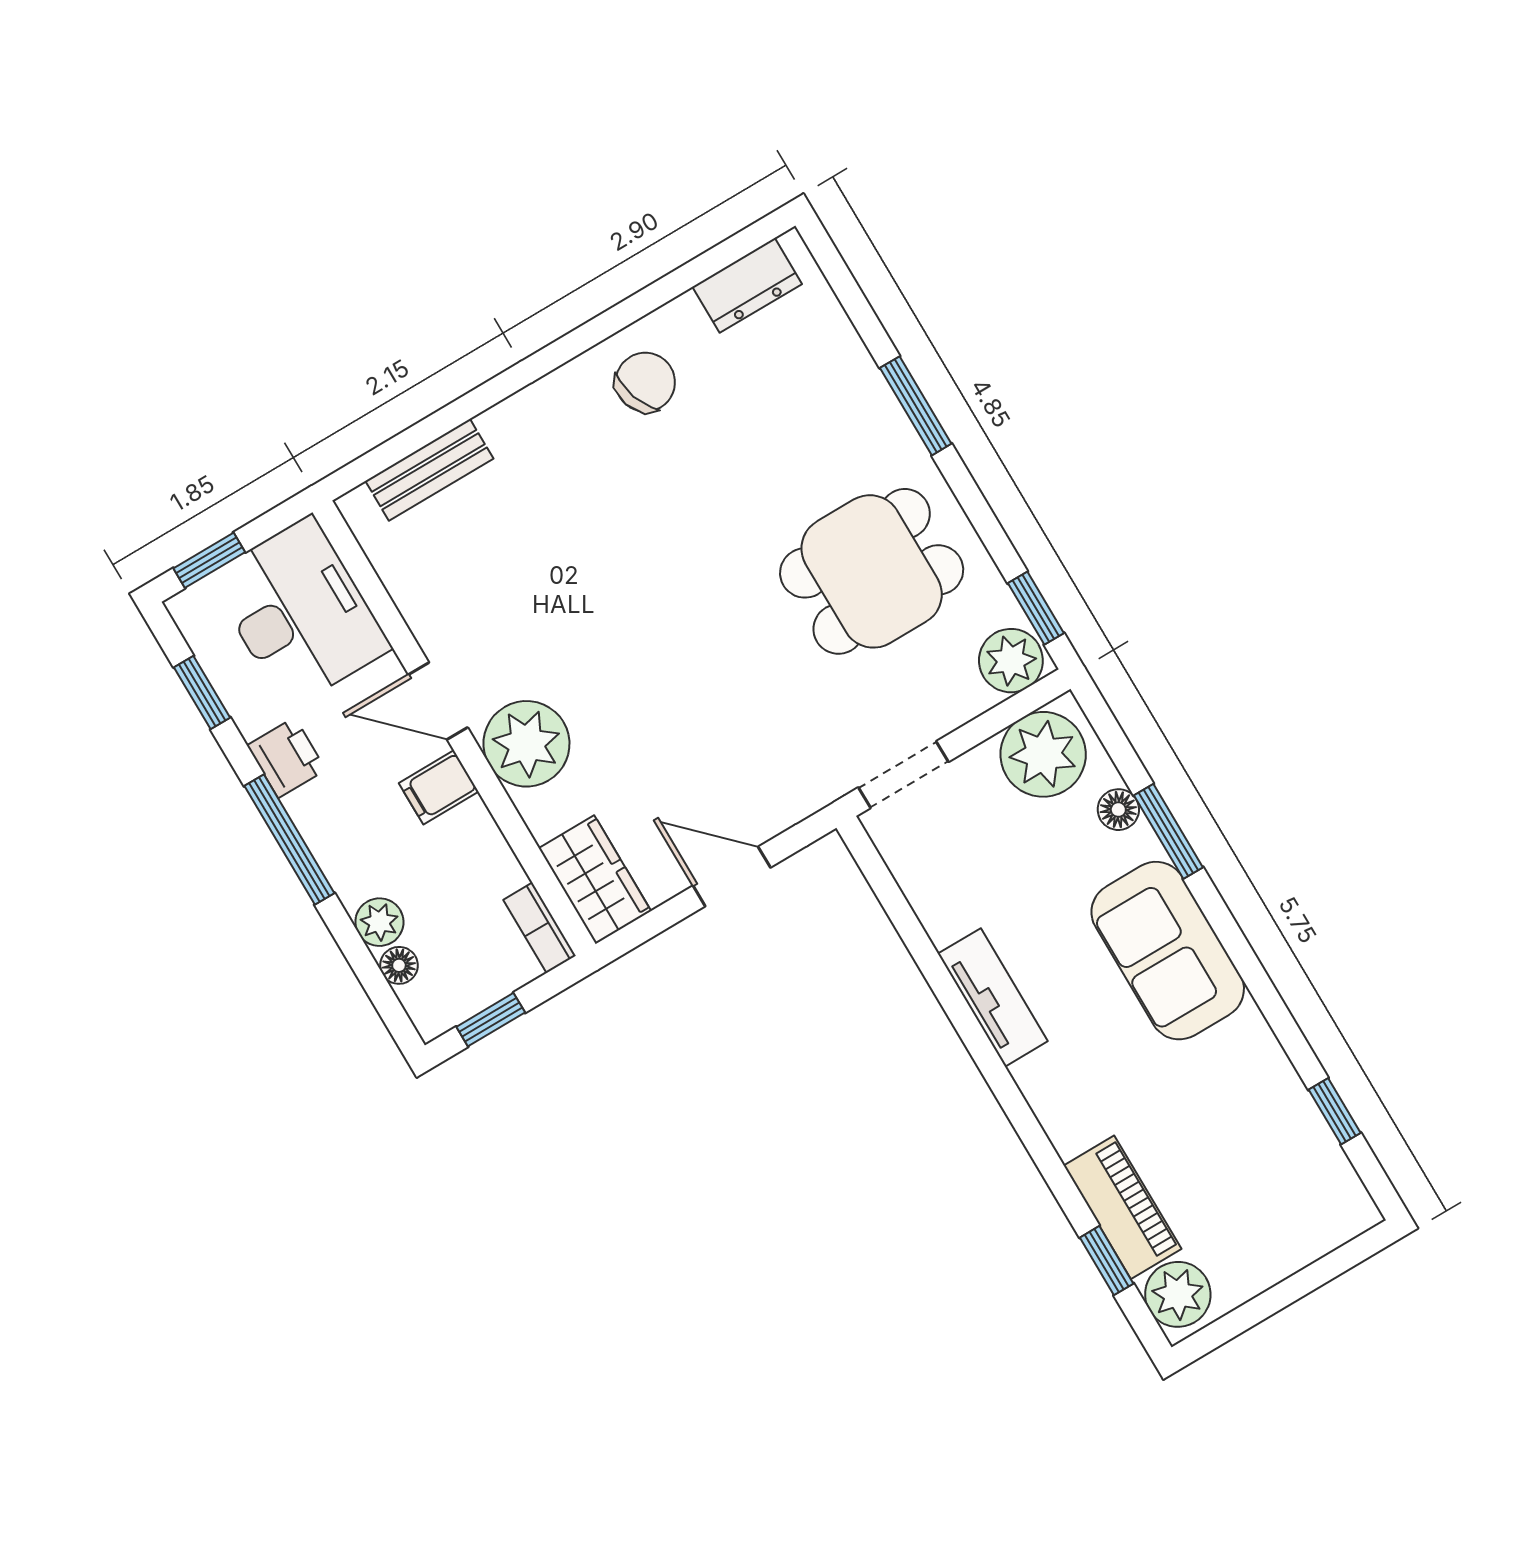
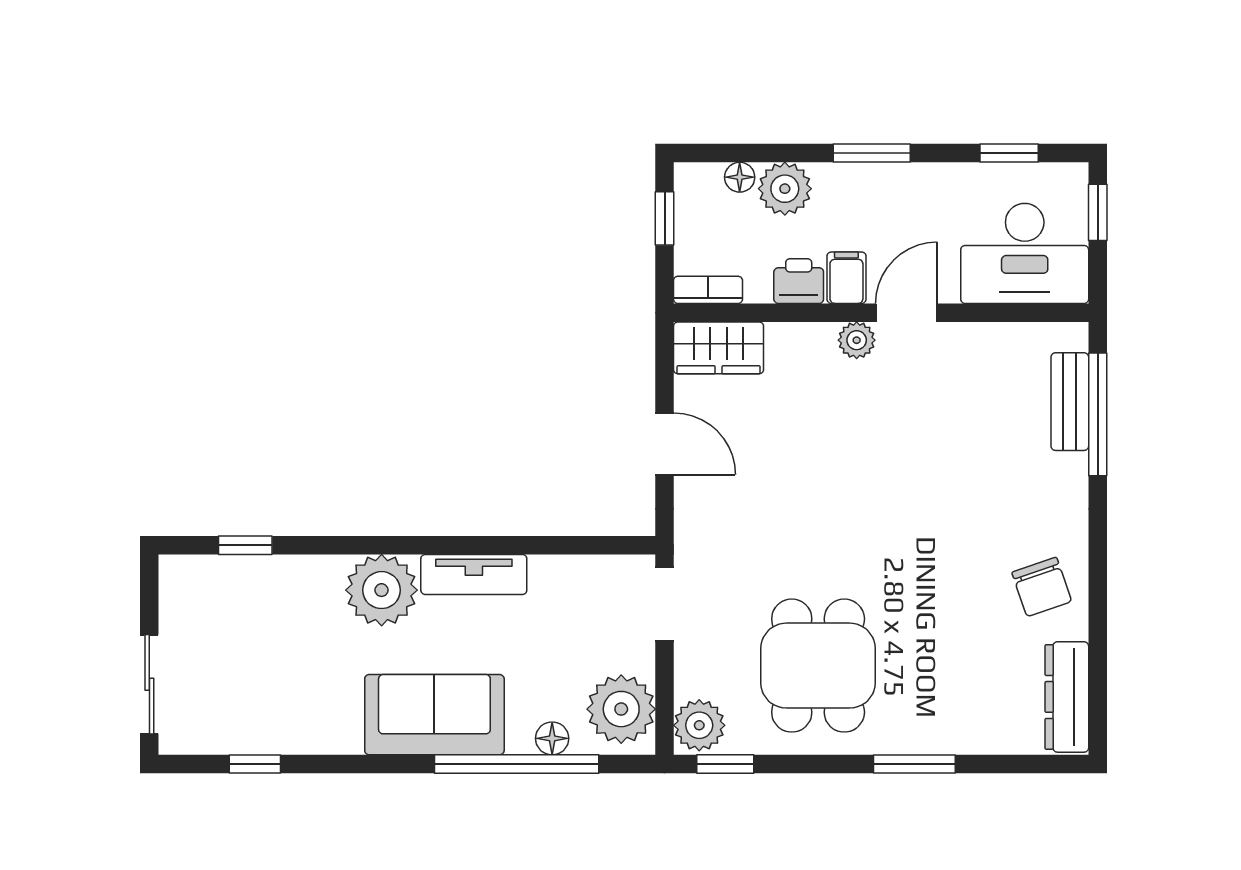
dresser: (747, 285) -> (1067, 697), width x1.44
window: (425, 432) -> (1098, 414), added
plant: (526, 744) -> (857, 340), width x0.53, depth x0.53
printer: (286, 758) -> (799, 281), moved, turned 180
window: (1168, 831) -> (517, 764), width x2.11
window: (289, 839) -> (872, 153), width x0.69
door: (732, 877) -> (665, 444), hinge flipped
plant: (379, 922) -> (785, 189), width x1.38, depth x1.38
piano: (1122, 1207) -> (276, 578), removed
sliding door: (1316, 1275) -> (149, 684), added
plant: (1178, 1294) -> (382, 590), moved, width x1.36, depth x1.36

